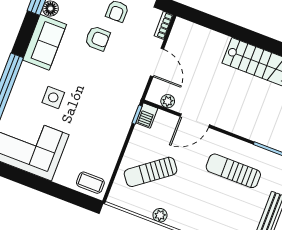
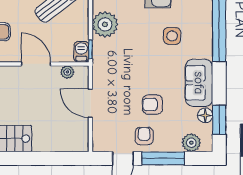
bookcase: (164, 25) -> (97, 139), removed
door: (195, 121) -> (36, 64), hinge flipped
plant: (114, 133) -> (105, 24), added

